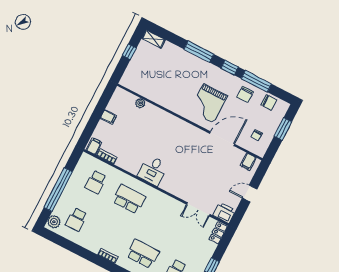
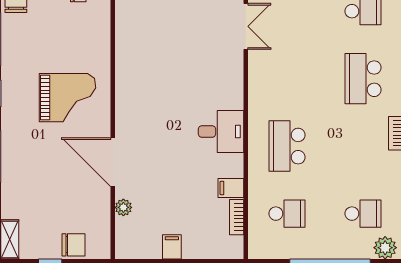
chair: (245, 94) -> (73, 245), moved
door: (222, 139) -> (113, 162), moved
filing cabinet: (94, 146) -> (231, 188), moved

